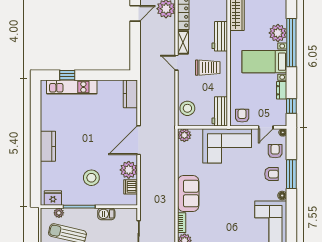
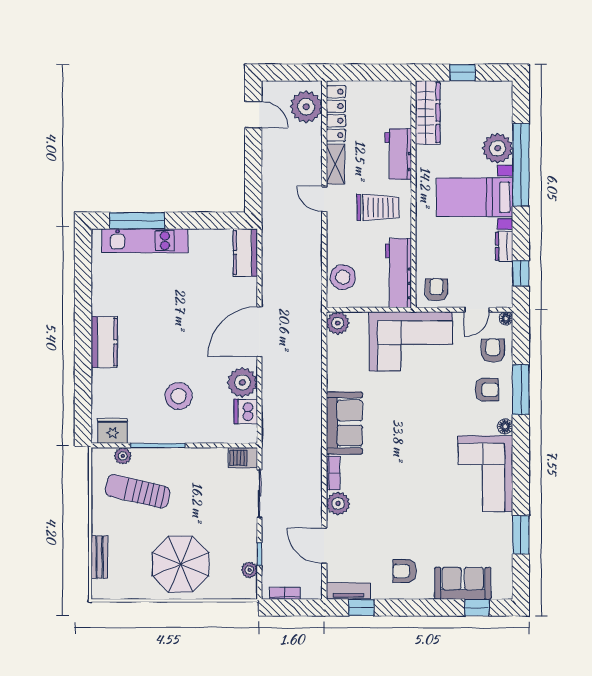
door: (135, 13) -> (253, 115), hinge flipped
window: (67, 75) -> (137, 221), width x2.17
workbench: (220, 111) -> (398, 273), width x1.38
barbecue: (106, 214) -> (243, 458), moved

